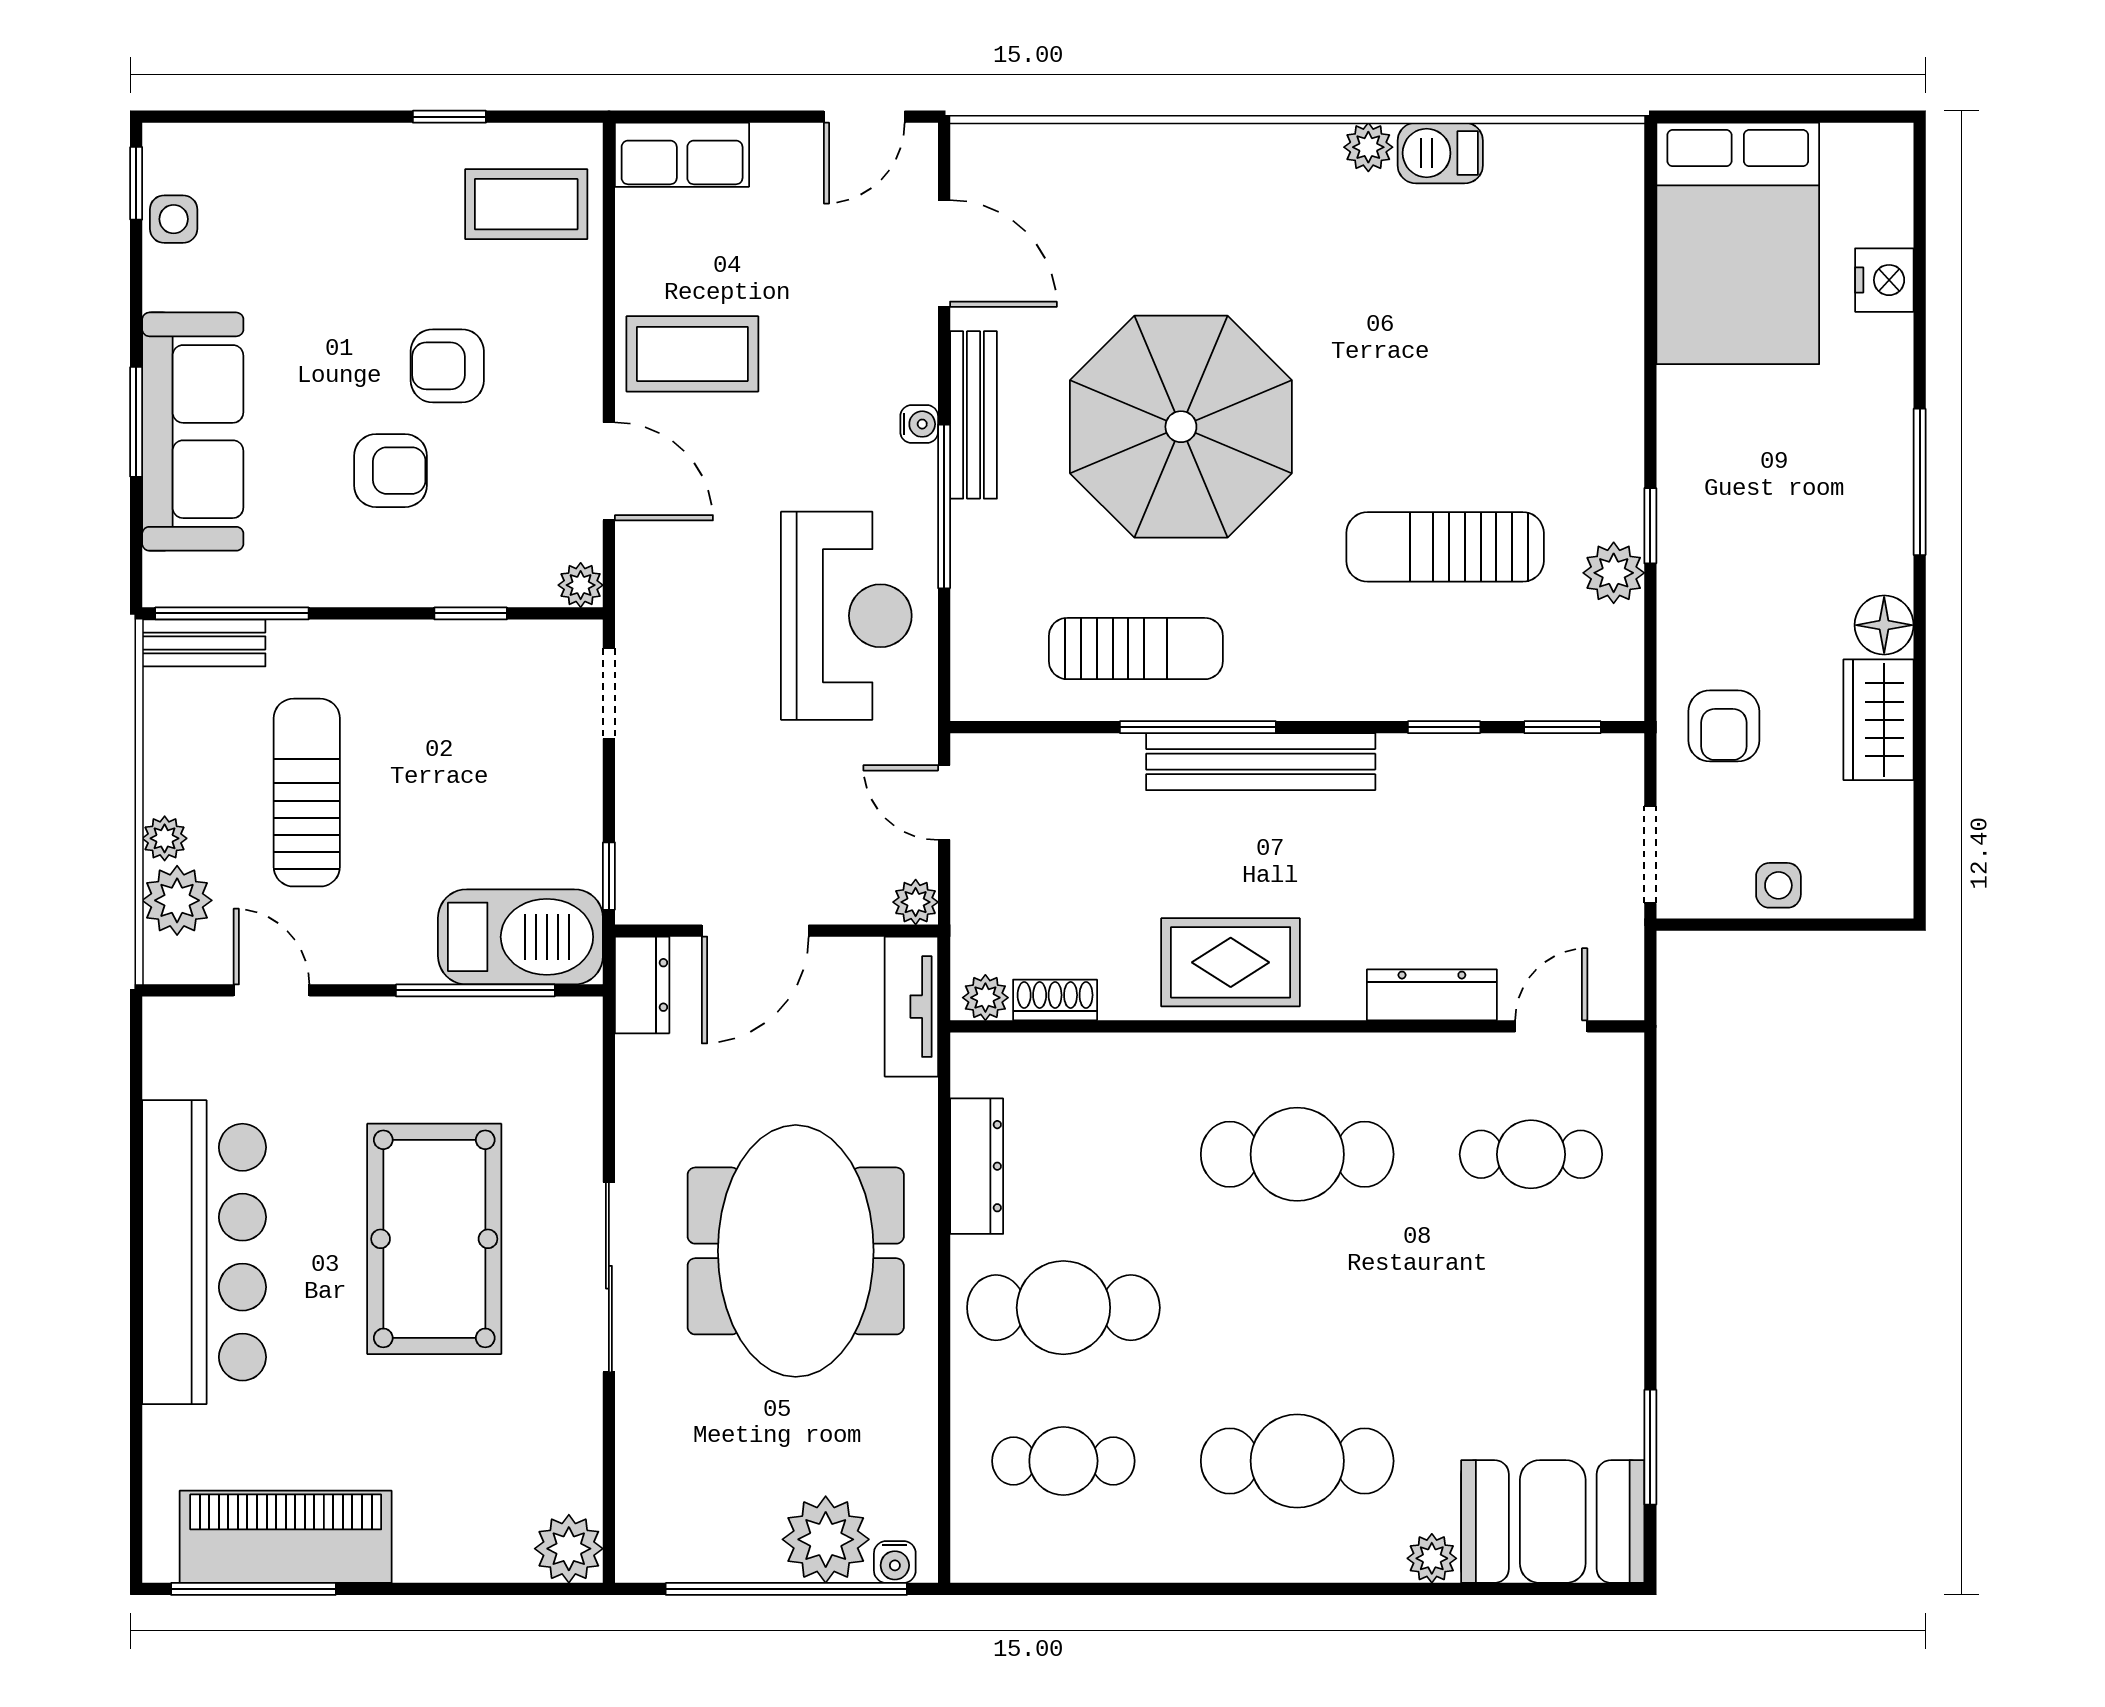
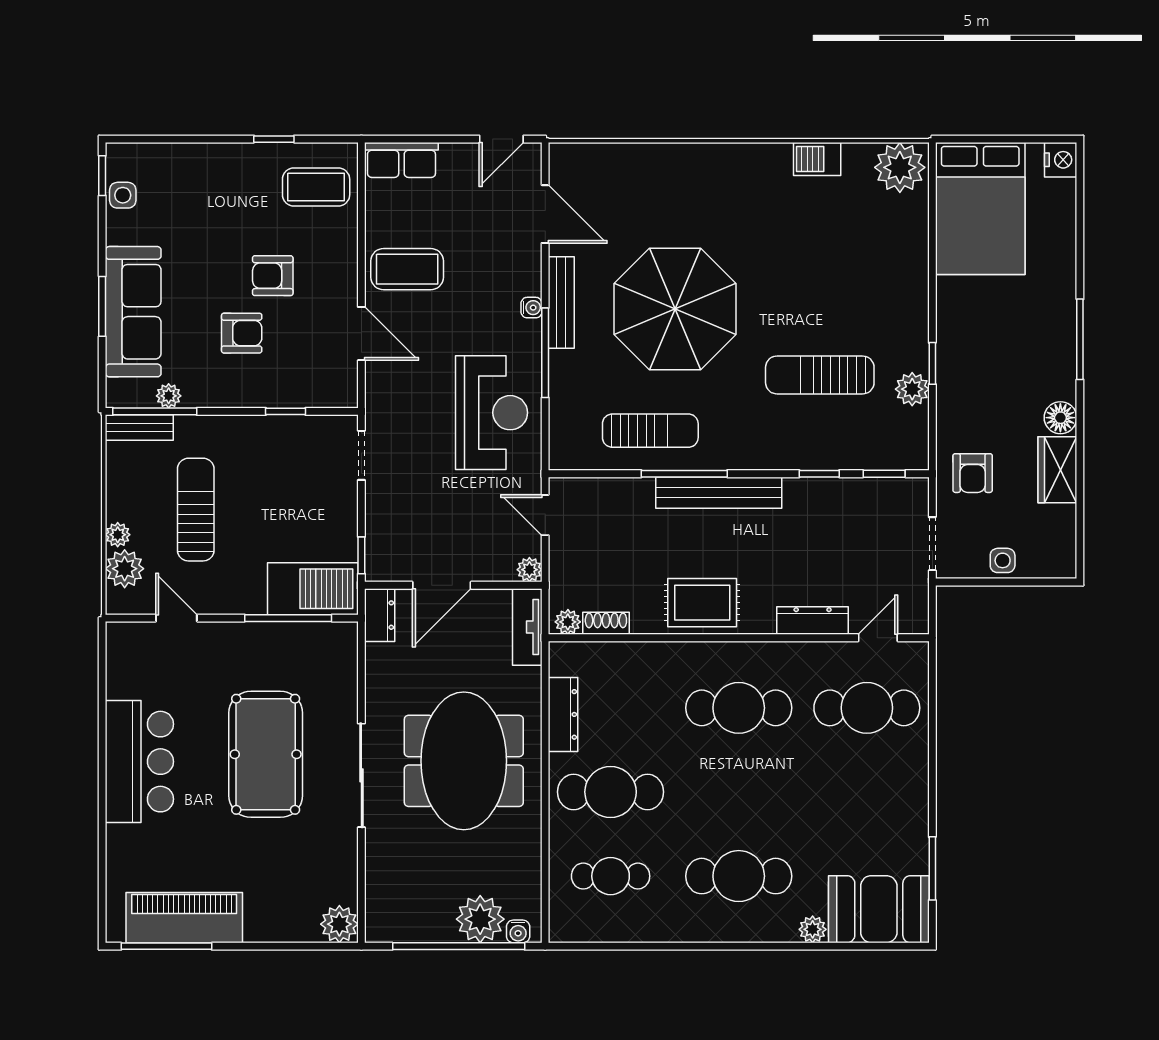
plant: (1368, 147) -> (900, 167), moved, width x1.88, depth x1.88
nightstand: (1884, 280) -> (1061, 160), moved
plant: (581, 585) -> (169, 396), moved
cafe table: (1531, 1154) -> (867, 708), width x1.37, depth x1.35
bar counter: (204, 1252) -> (139, 762), width x0.73

